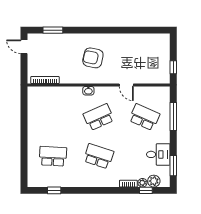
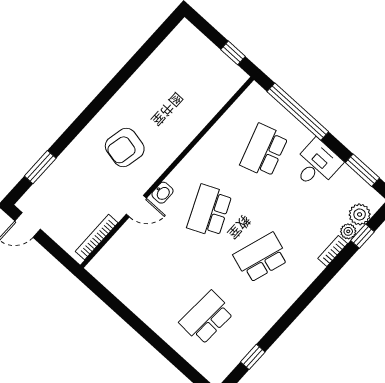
door: (126, 85) -> (136, 206), moved
window: (173, 116) -> (298, 112), width x1.46
school desk: (144, 117) -> (264, 151), turned -42
desk: (158, 154) -> (316, 165), moved

